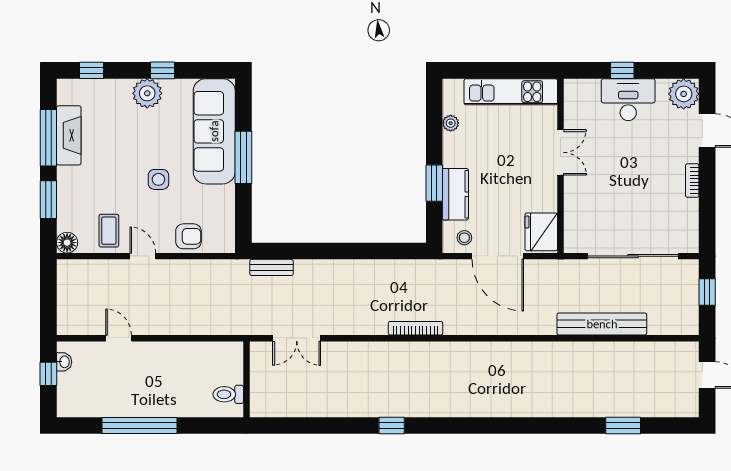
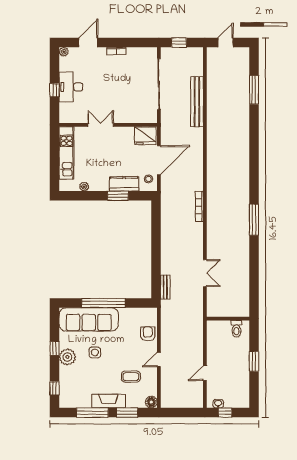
plant: (684, 94) -> (64, 52), width x0.53, depth x0.53
fireplace: (69, 135) -> (109, 401), moved
window: (243, 157) -> (103, 303), width x1.46
side table: (158, 179) -> (95, 352), moved
coffee table: (109, 231) -> (131, 377), moved
wall: (246, 379) -> (228, 319), moved
toilet: (228, 394) -> (236, 329), moved
window: (139, 425) -> (254, 361), width x0.47
window: (392, 425) -> (254, 220), width x2.17
window: (623, 425) -> (254, 90), width x1.44

